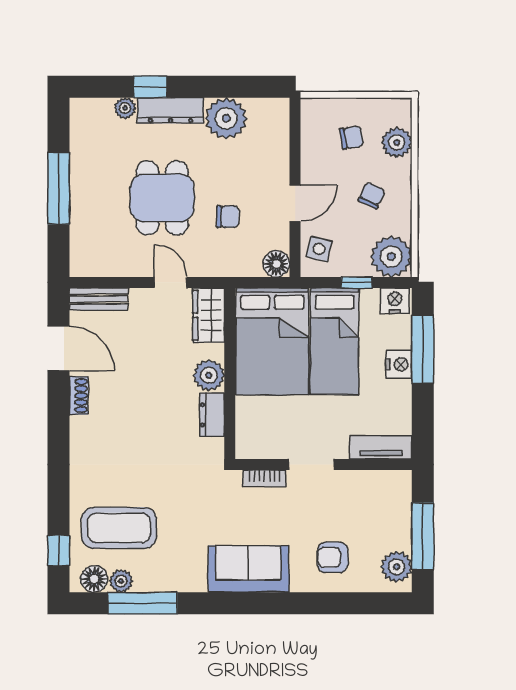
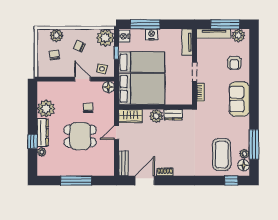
tv unit: (401, 510) -> (214, 34), added

